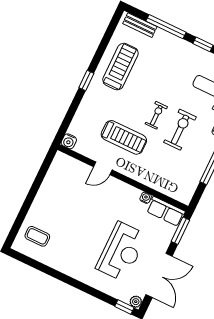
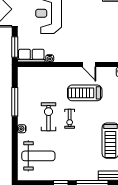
exercise bike: (180, 130) -> (49, 117), turned 180
door: (103, 168) -> (89, 65), swing flipped

